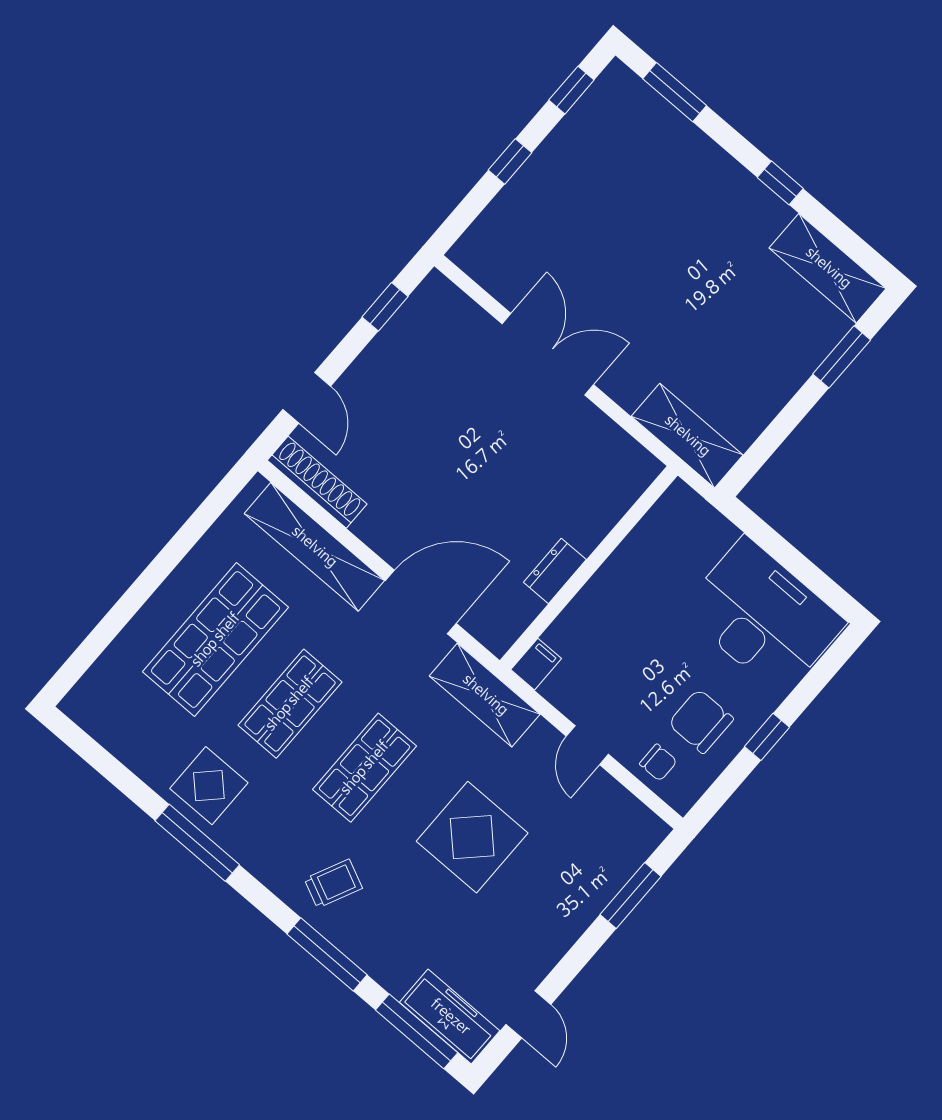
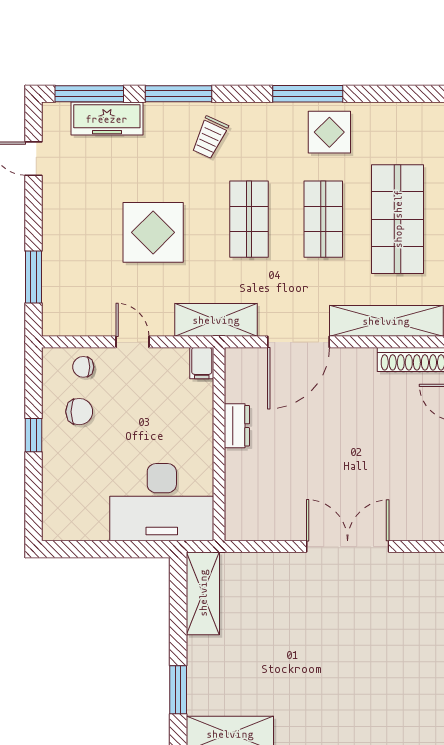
double door: (548, 354) -> (348, 546), swing flipped
shelving: (687, 436) -> (203, 593), moved, turned 90
desk: (763, 616) -> (162, 502), moved
chair: (701, 721) -> (79, 412), width x0.73, depth x0.73
freezer: (450, 1017) -> (107, 119), moved

